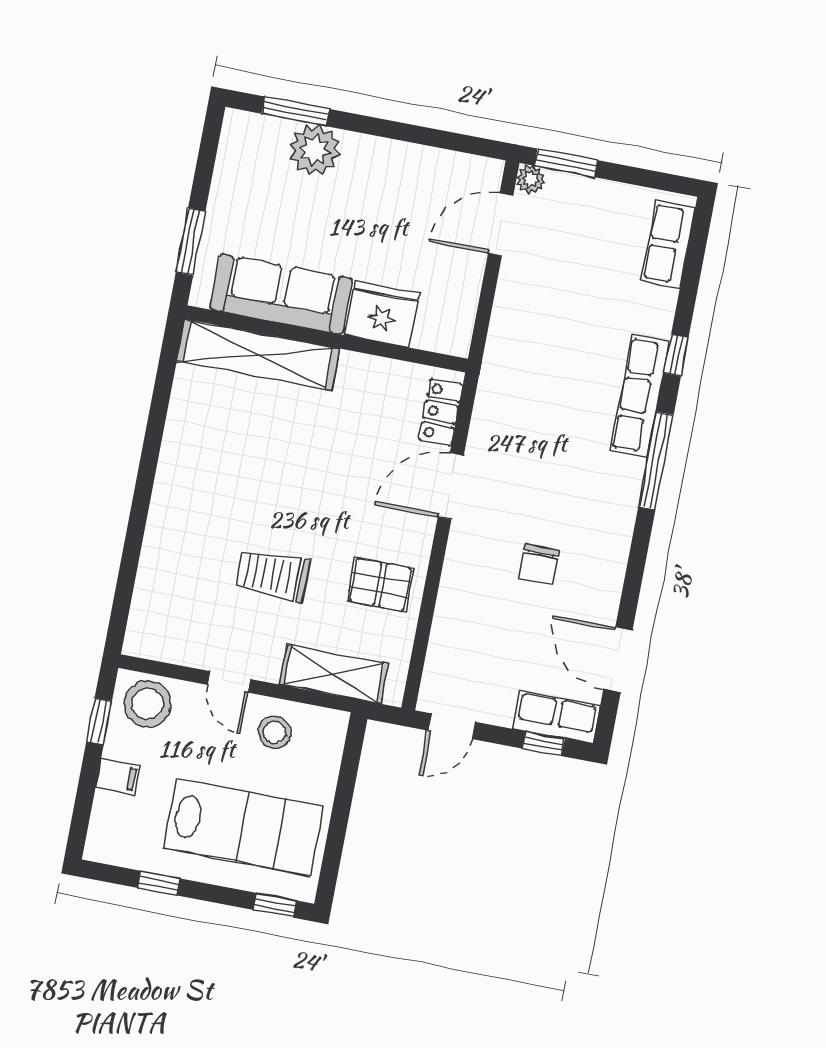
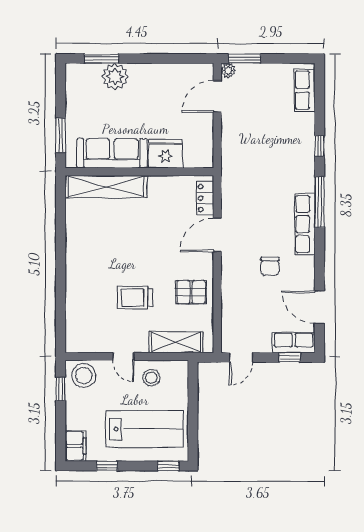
row of seats: (640, 396) -> (305, 224), moved
filing cabinet: (118, 777) -> (76, 446), moved, width x2.00

